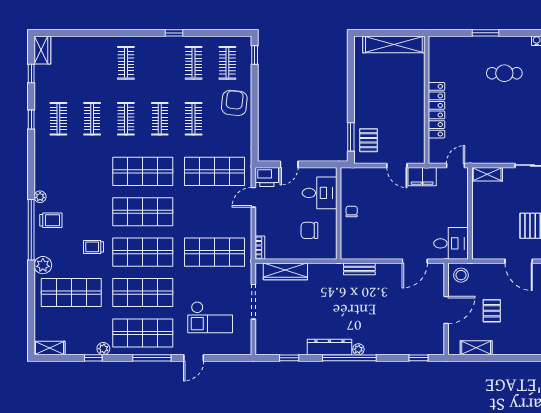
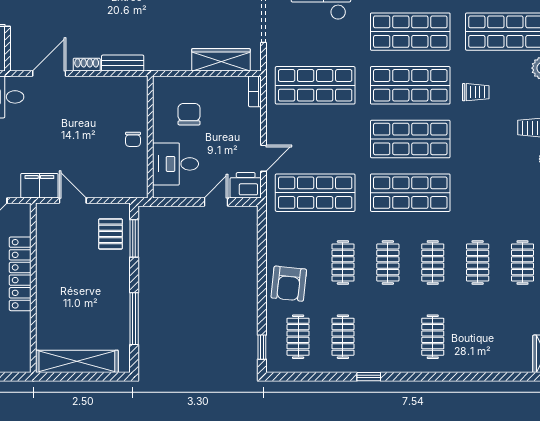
window: (351, 76) -> (134, 319), added
chair: (309, 230) -> (189, 114), turned -90
shoe rack: (386, 268) -> (87, 65), added

